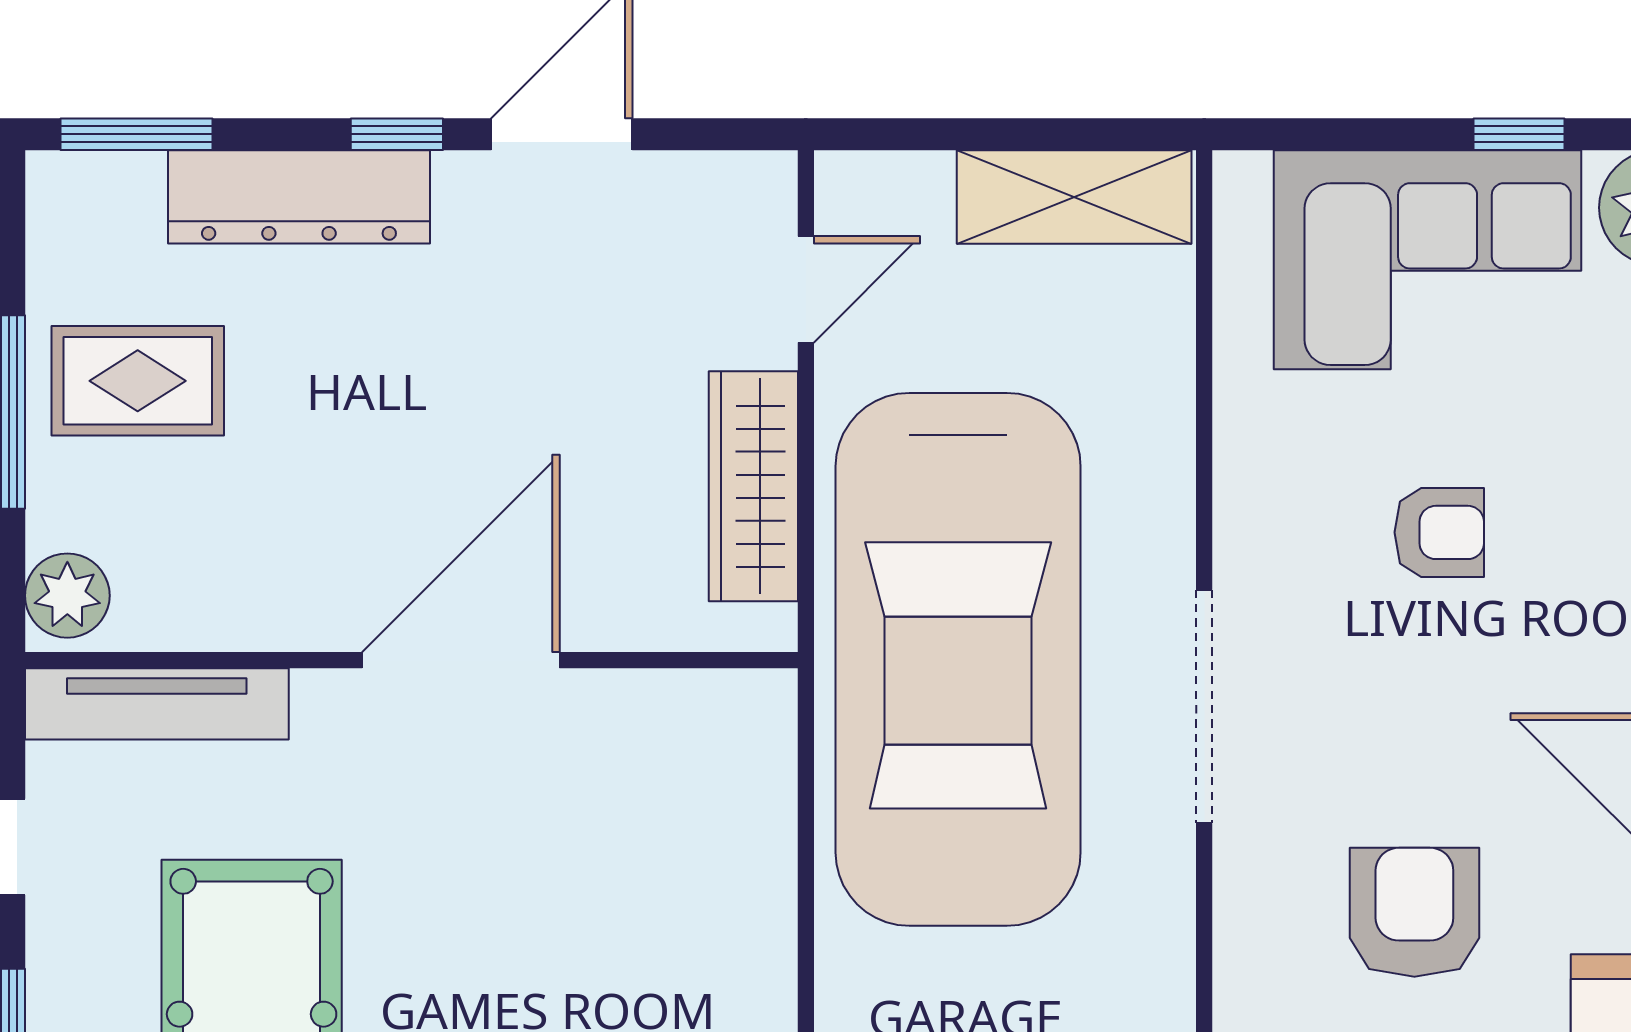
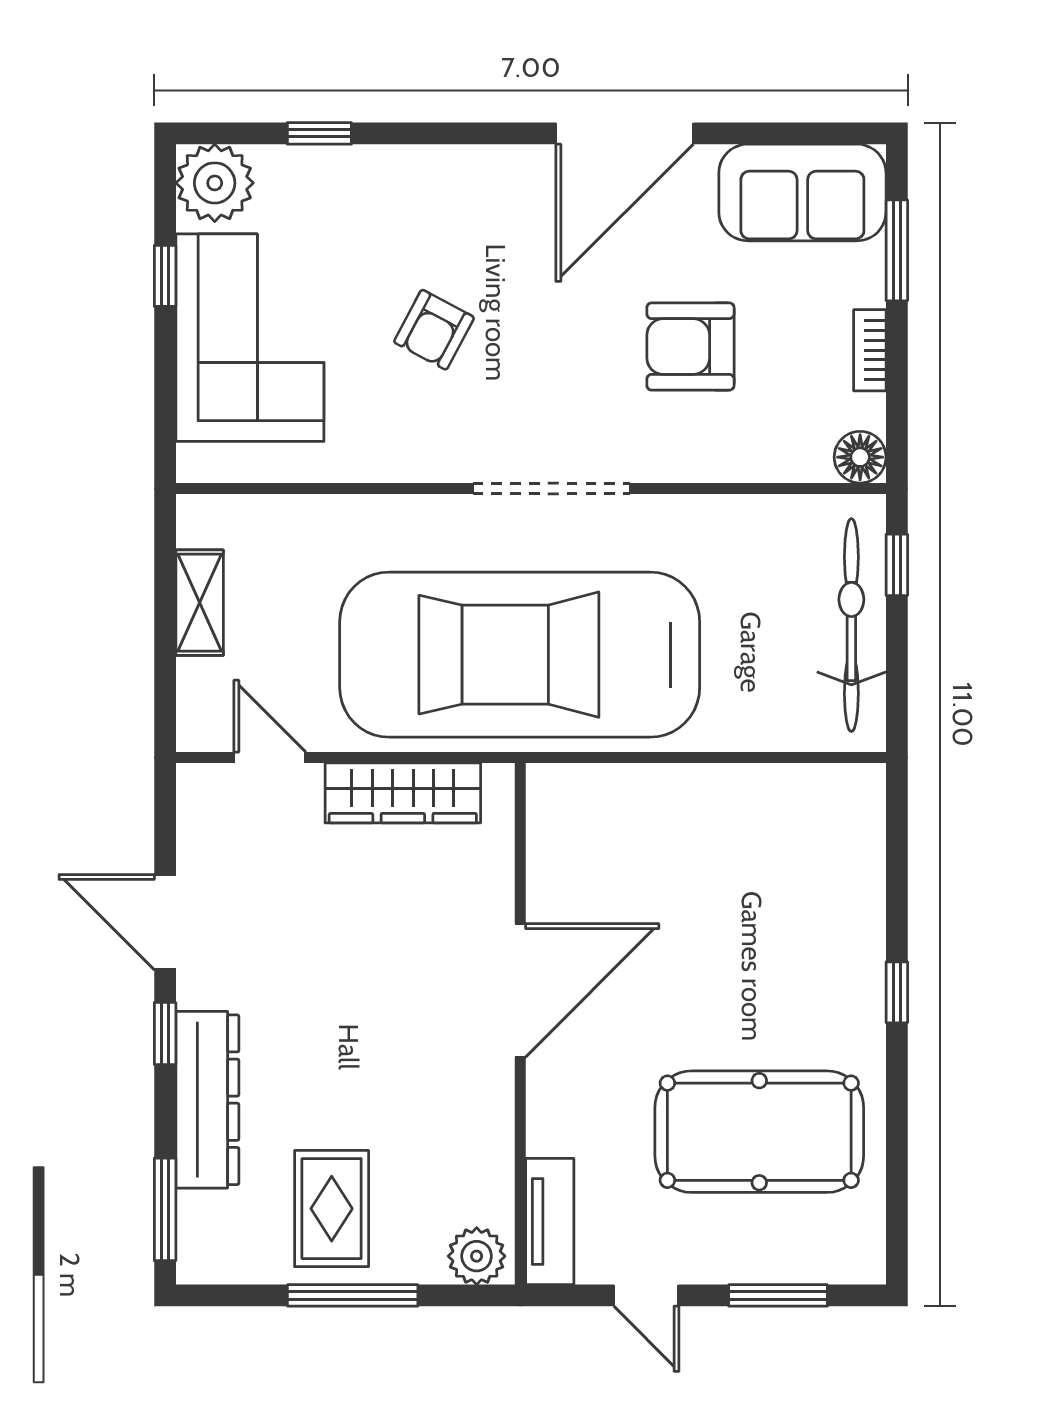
shelving: (1074, 197) -> (200, 603), width x0.67, depth x0.75
armchair: (1439, 532) -> (434, 330), turned -152
car: (958, 659) -> (520, 655), turned 180
door: (461, 660) -> (520, 990), swing flipped
tv unit: (157, 704) -> (550, 1221), width x0.71

